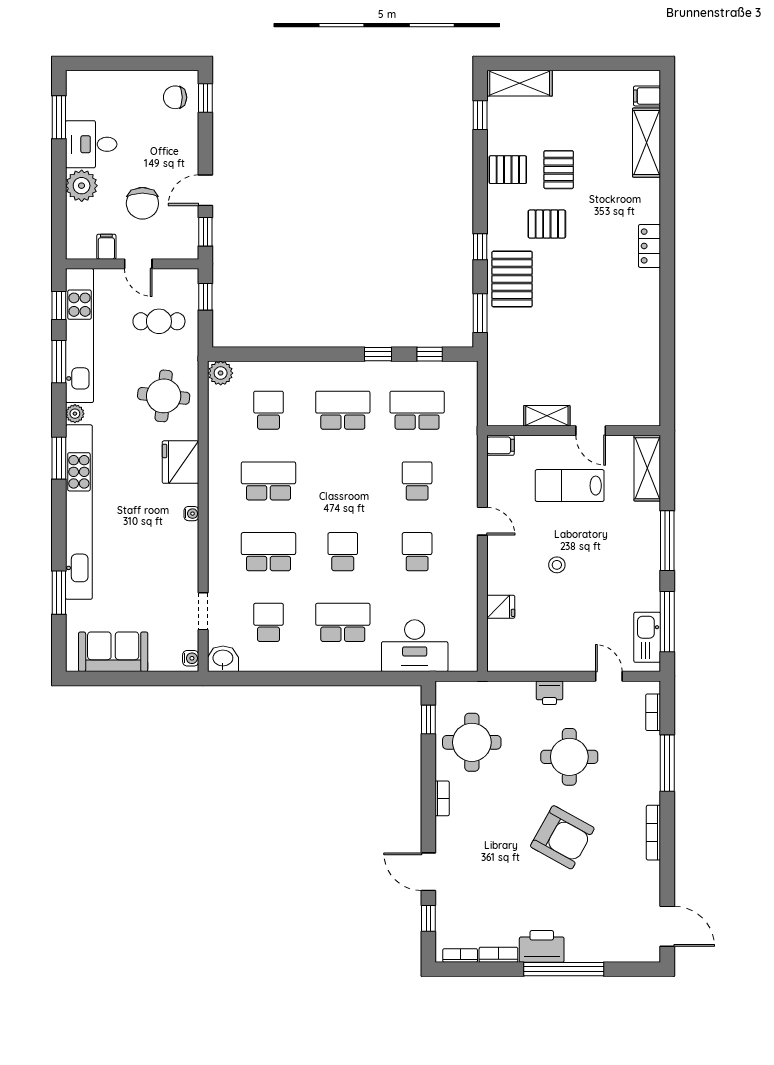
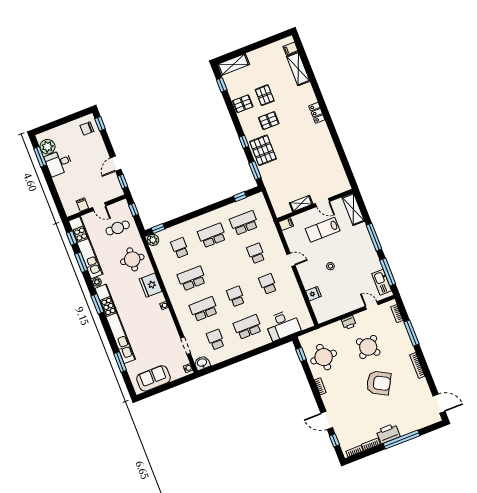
plant: (82, 186) -> (47, 147), moved
chair: (142, 203) -> (91, 180), removed
window: (378, 354) -> (158, 229), moved
round table: (569, 757) -> (368, 347), turned -37

